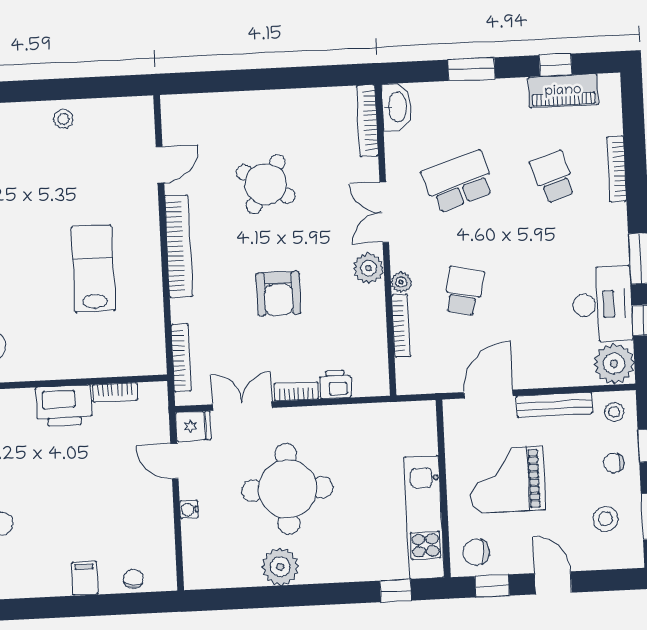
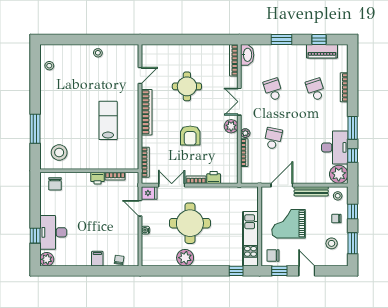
school desk: (458, 182) -> (273, 89), width x0.54
round table: (266, 184) -> (187, 86), turned -31
printer: (64, 406) -> (98, 178), width x0.53, depth x0.68

